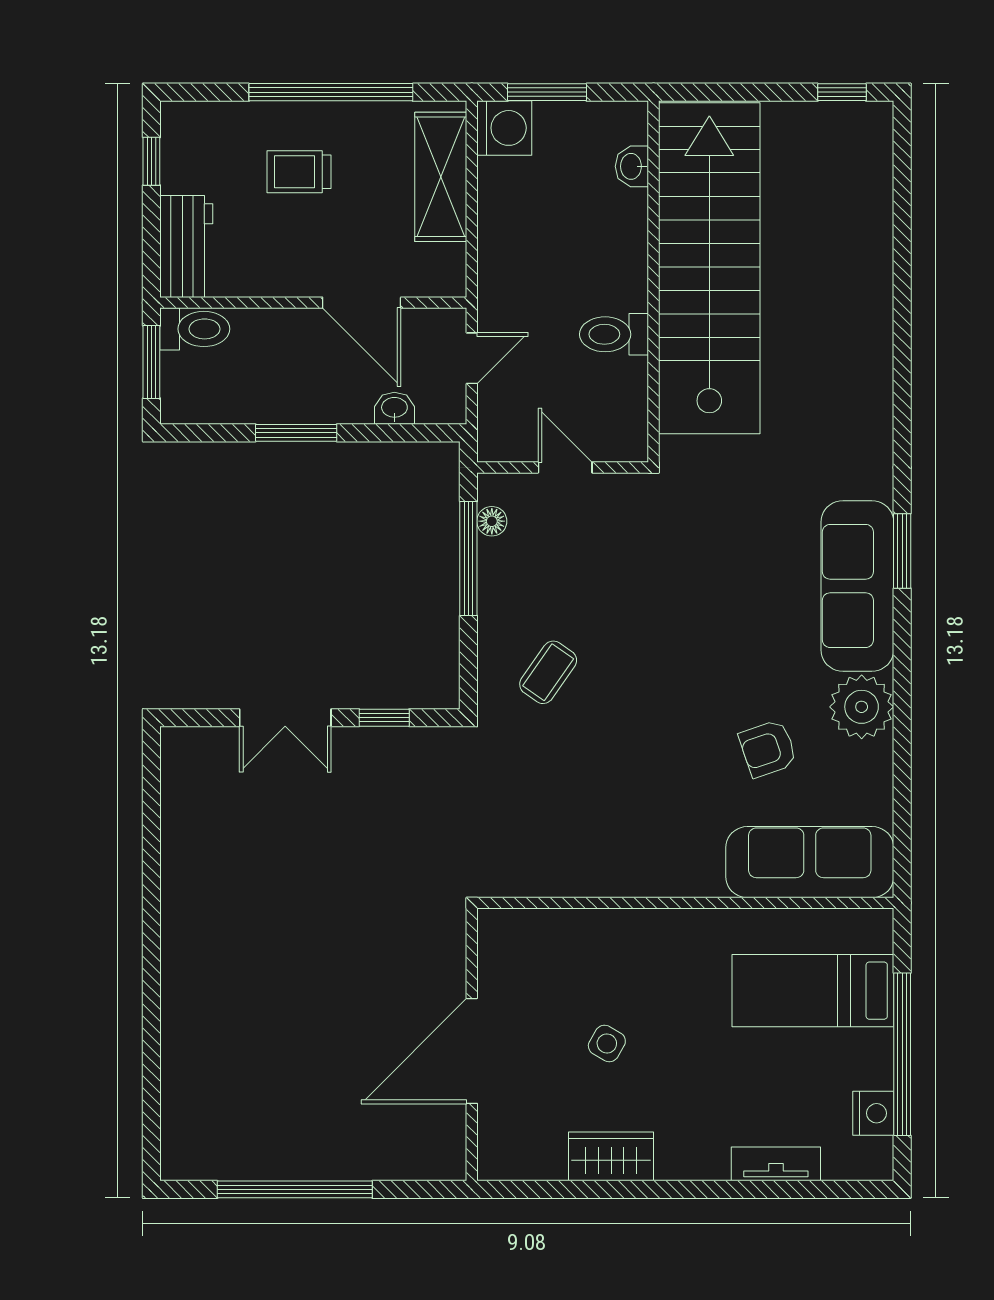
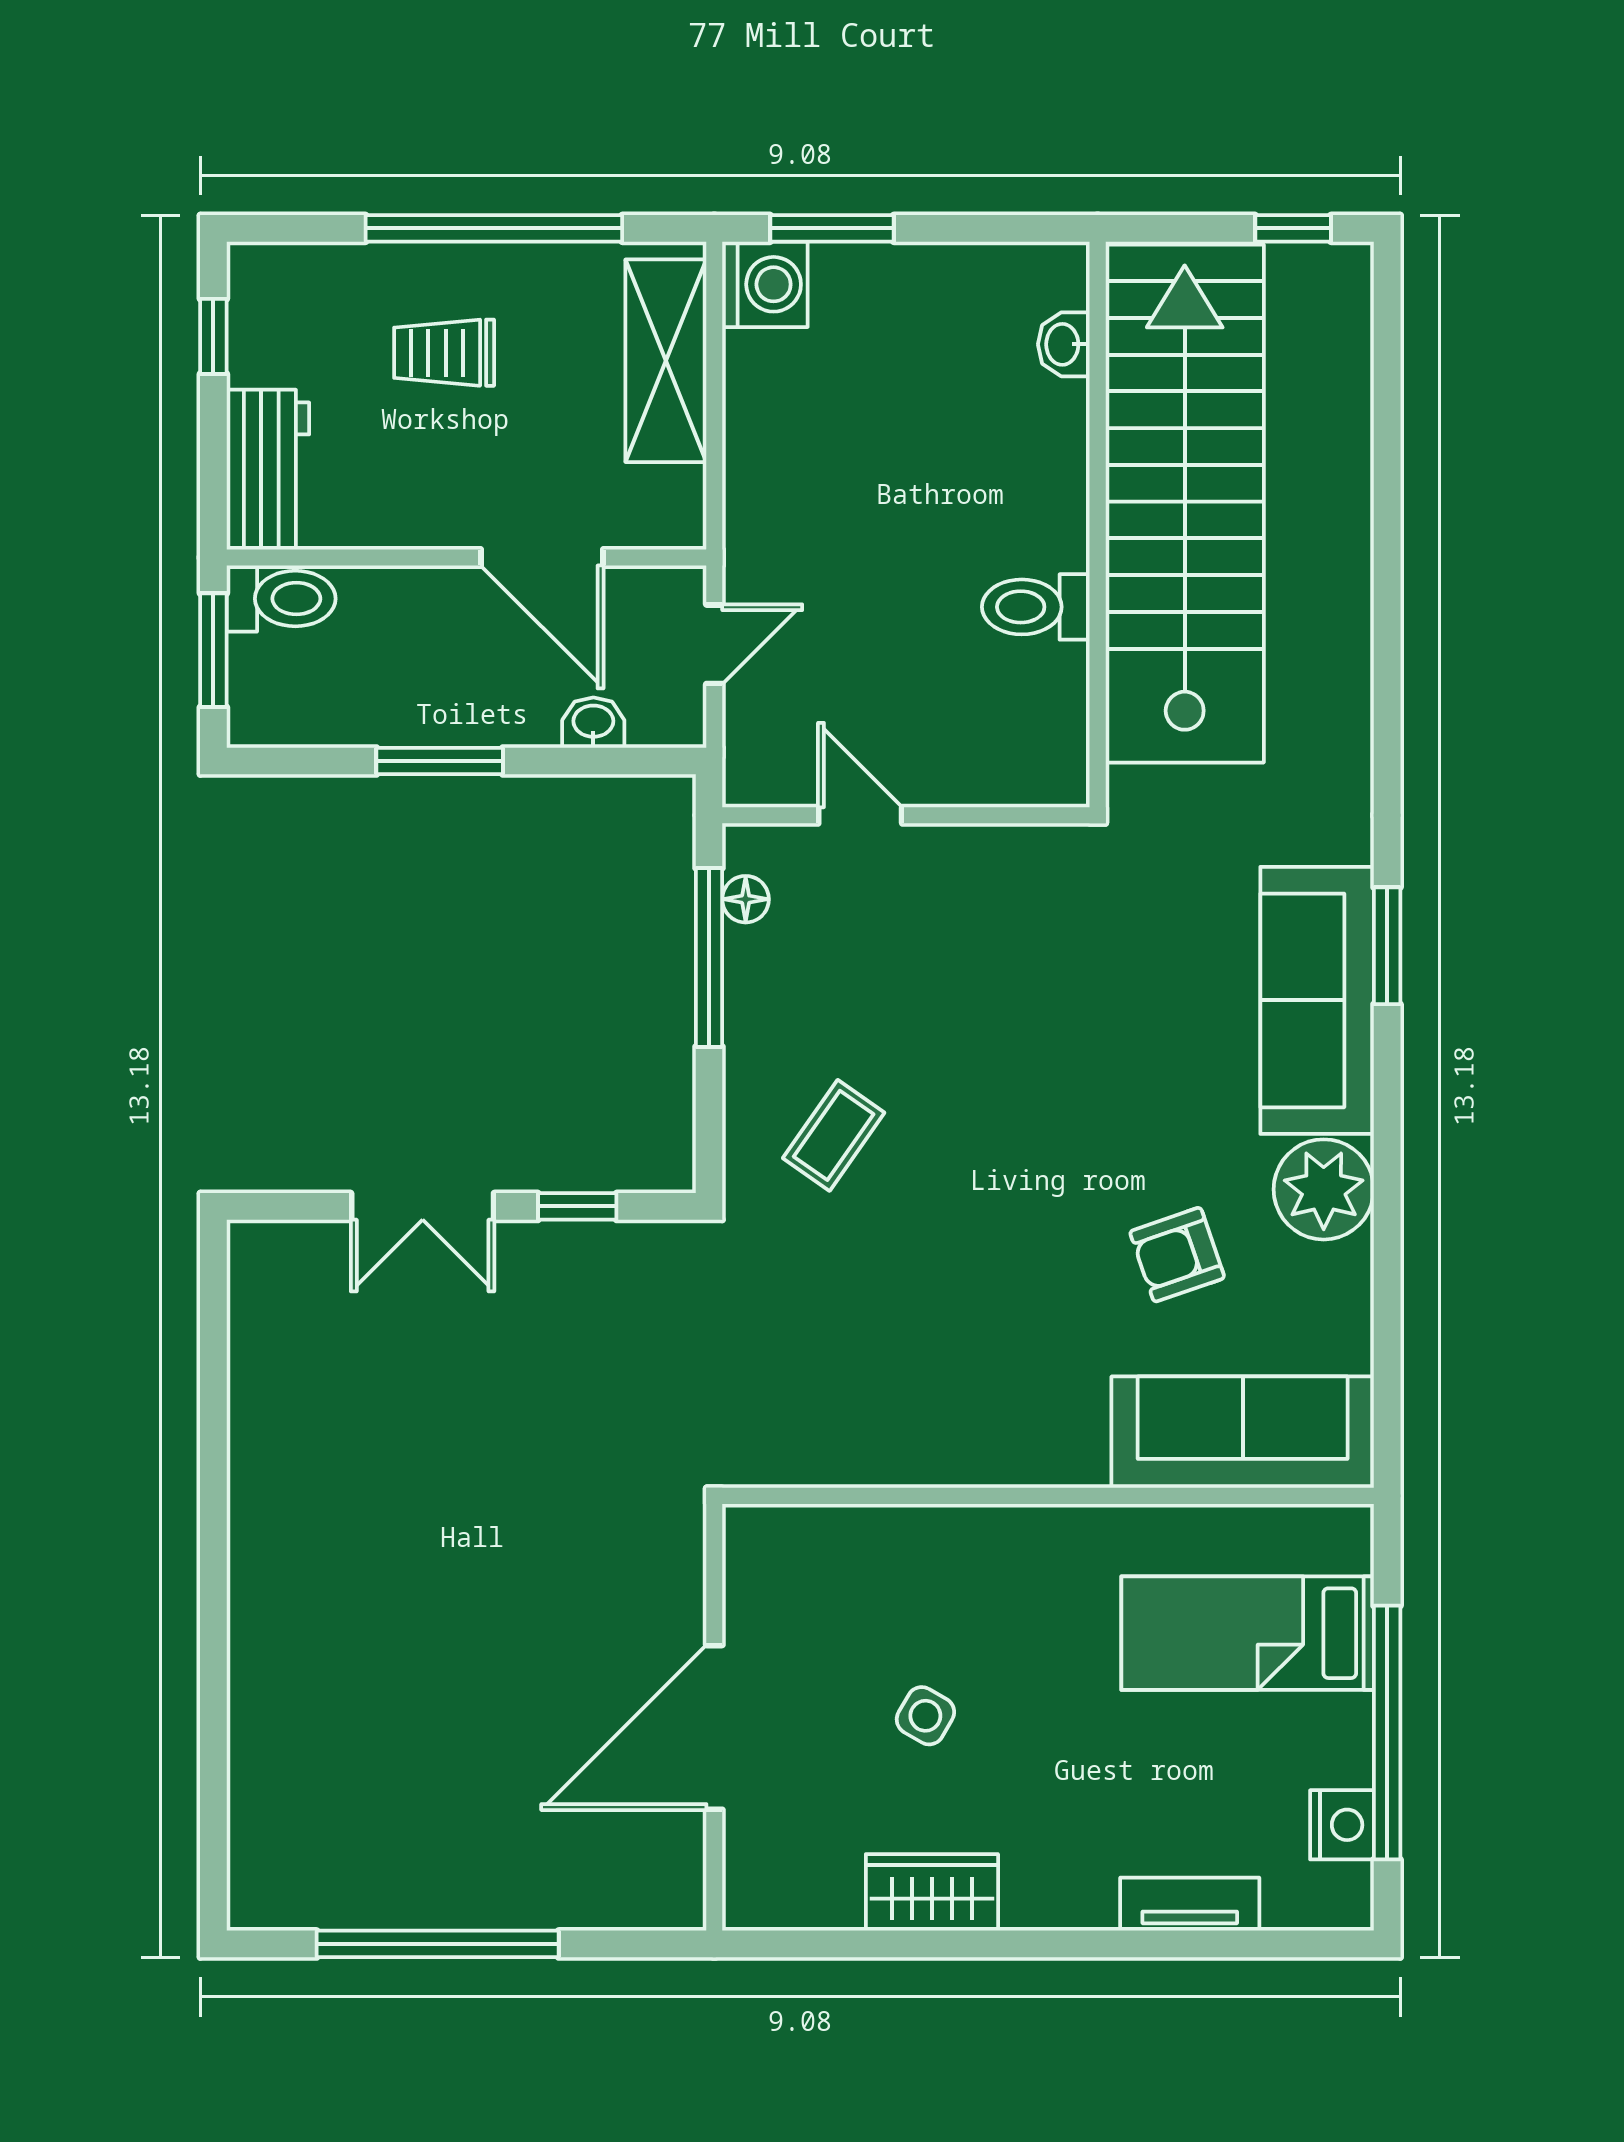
washbasin: (632, 166) -> (1064, 344), moved
stairs: (709, 268) -> (1185, 504), moved
wall: (654, 282) -> (1098, 524), moved
toilet: (614, 334) -> (1036, 607), moved

